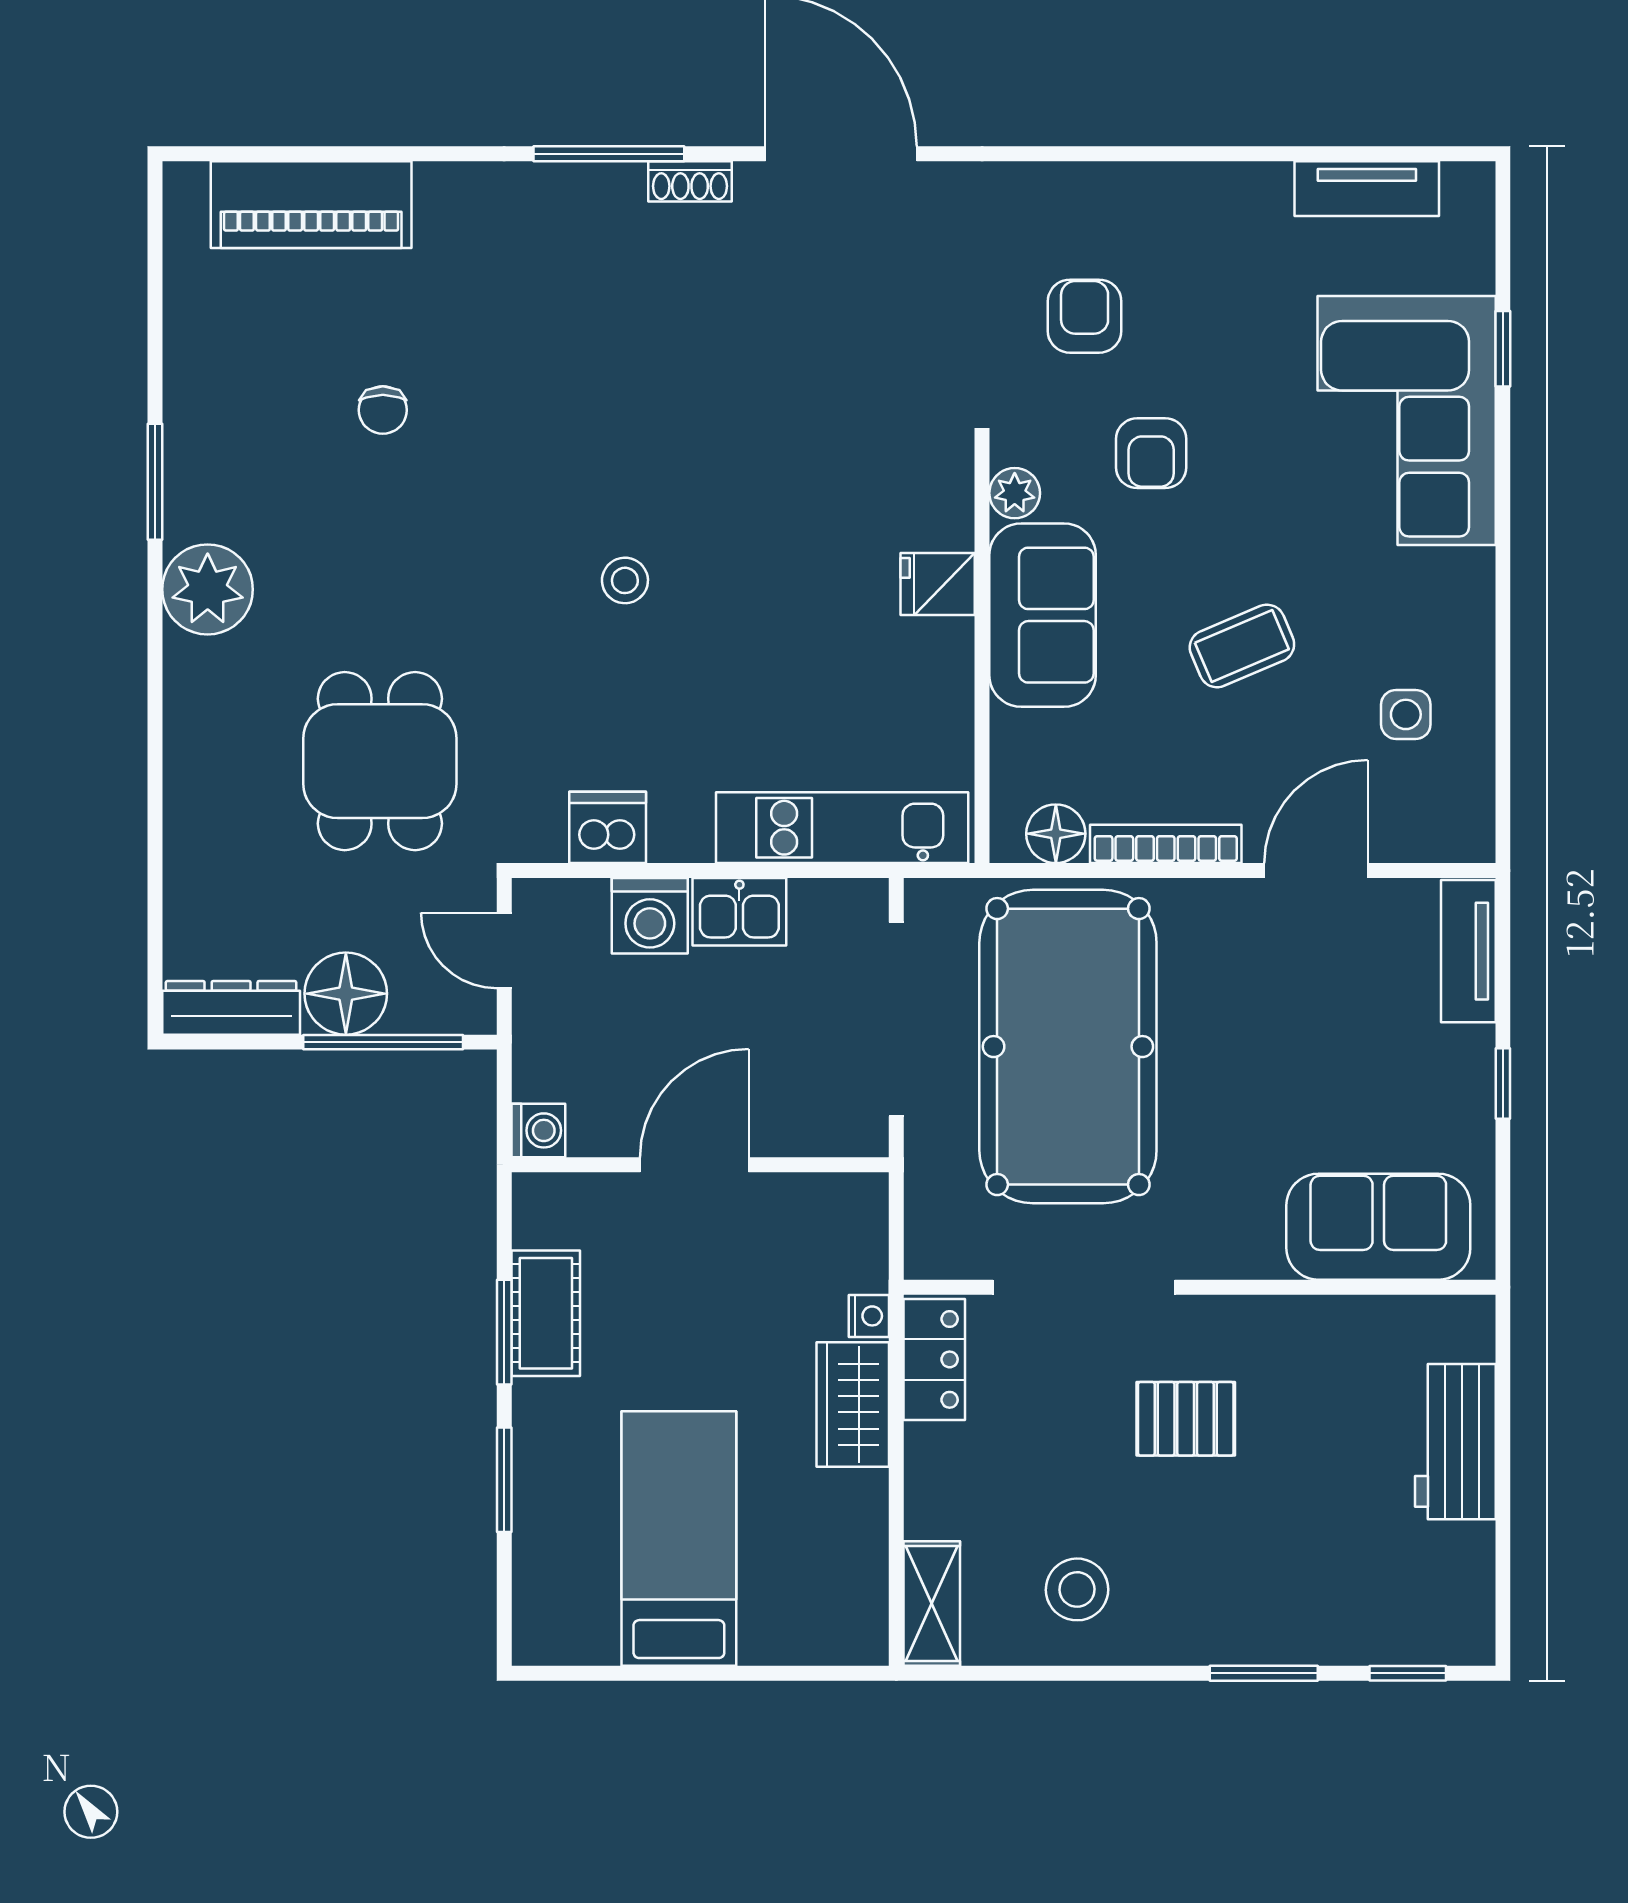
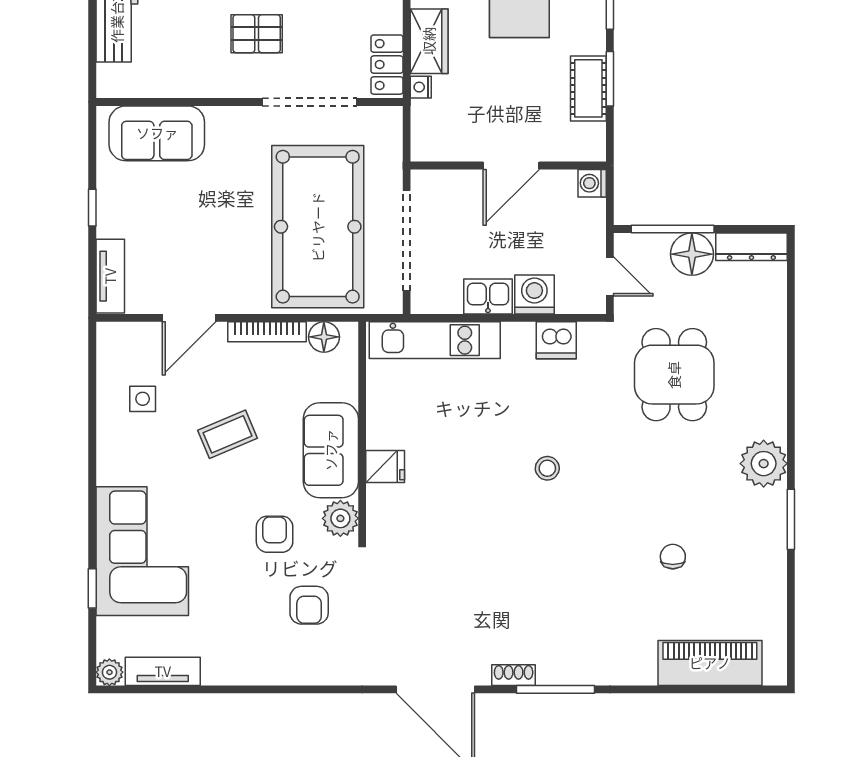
plant: (1470, 187) -> (109, 672), added
plant: (1015, 493) -> (340, 518), width x1.38, depth x1.38

